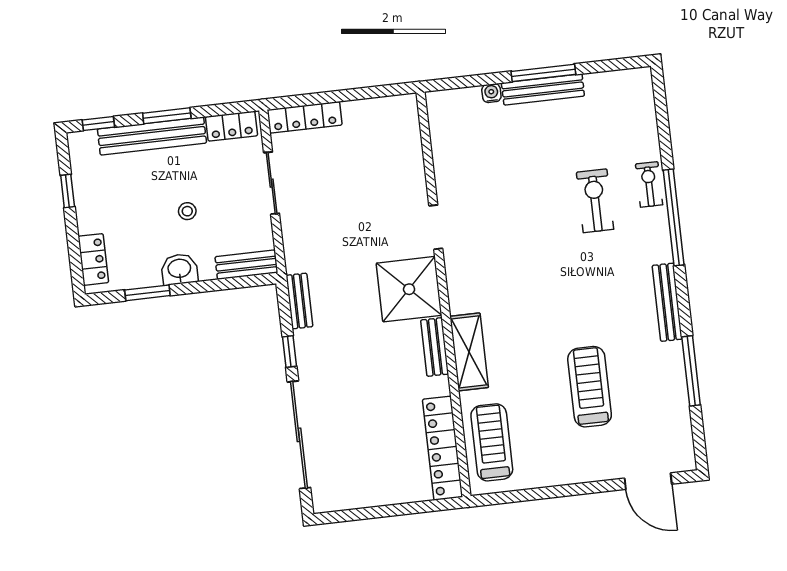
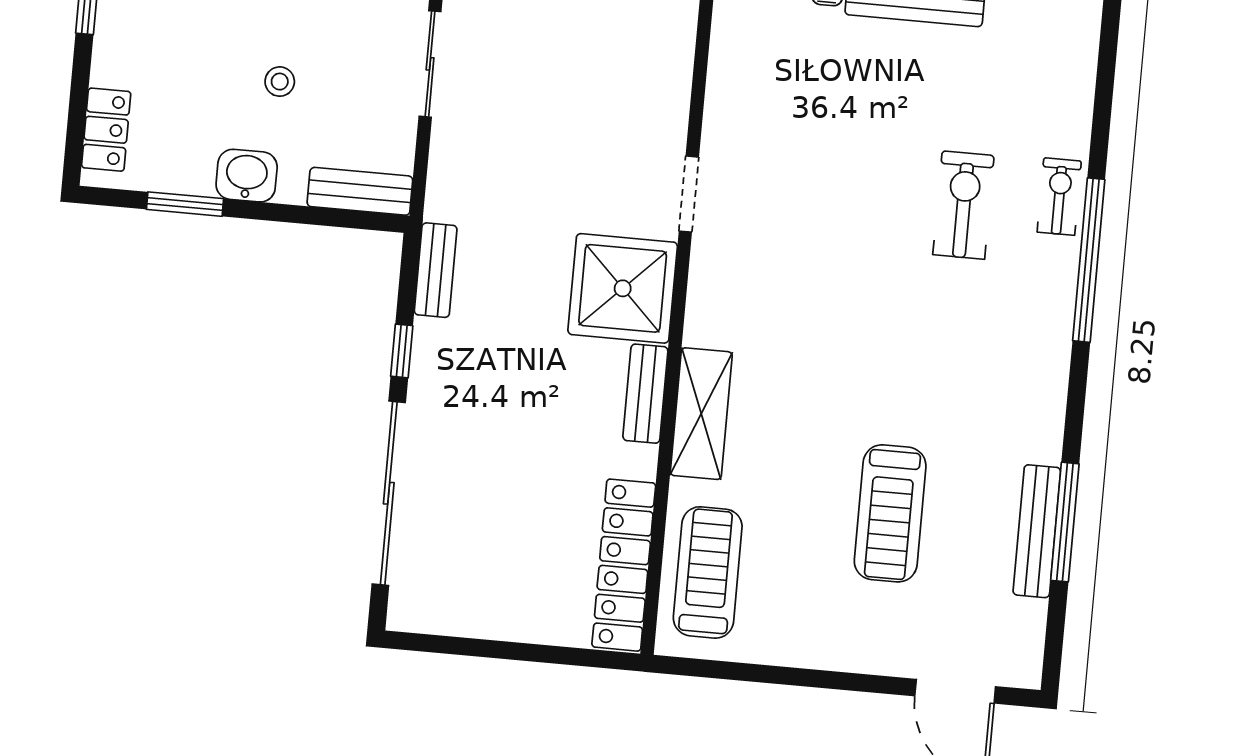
bench: (667, 302) -> (1037, 531), moved
treadmill: (590, 387) -> (890, 513), turned 180

